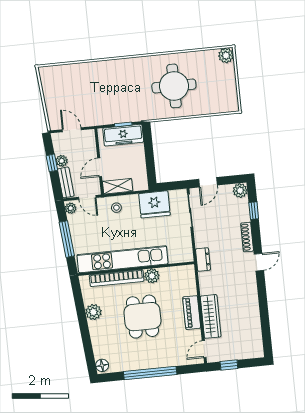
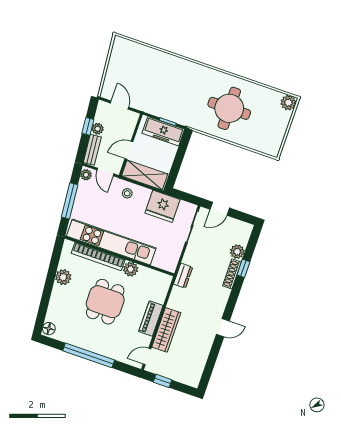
shelving: (118, 186) -> (145, 175), width x1.50, depth x1.33
plant: (240, 191) -> (237, 252), moved
window: (254, 211) -> (243, 268), moved
door: (259, 262) -> (223, 328), moved

